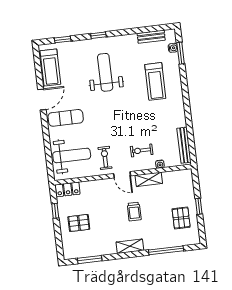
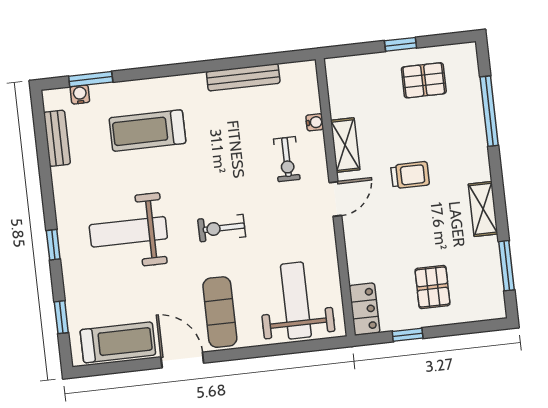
treadmill: (155, 81) -> (147, 131), turned 180
bench: (184, 145) -> (243, 77), moved
exercise bike: (105, 158) -> (222, 228), moved
shelving: (130, 246) -> (483, 209), moved

